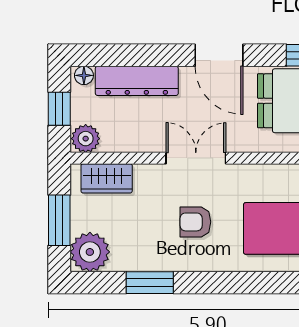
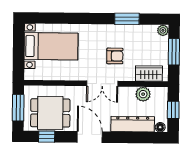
plant: (86, 139) -> (143, 94), moved
armchair: (195, 222) -> (115, 56), moved
plant: (90, 252) -> (163, 30), width x0.53, depth x0.53

